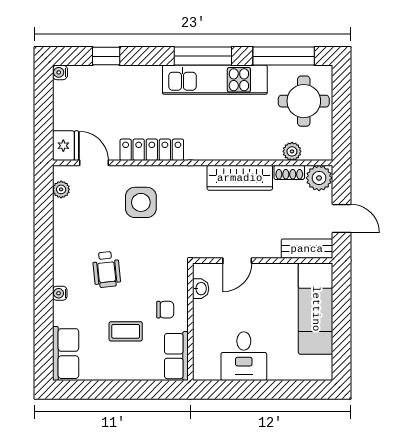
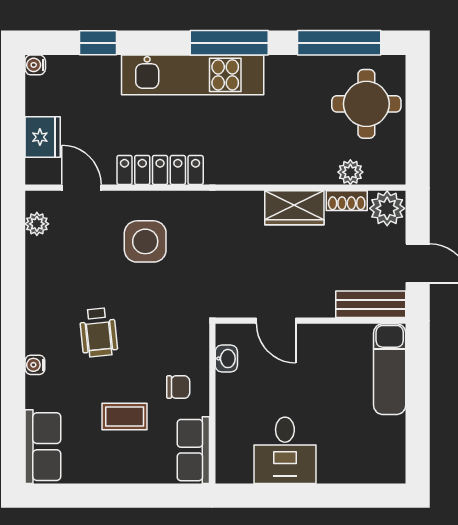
kitchen unit: (215, 80) -> (193, 75), moved
fridge: (65, 146) -> (43, 137), moved
wardrobe: (240, 178) -> (294, 208), width x0.67
door: (237, 261) -> (276, 321), hinge flipped
exam couch: (316, 309) -> (390, 369), width x0.73, depth x0.69

